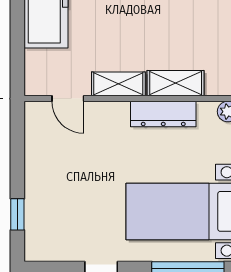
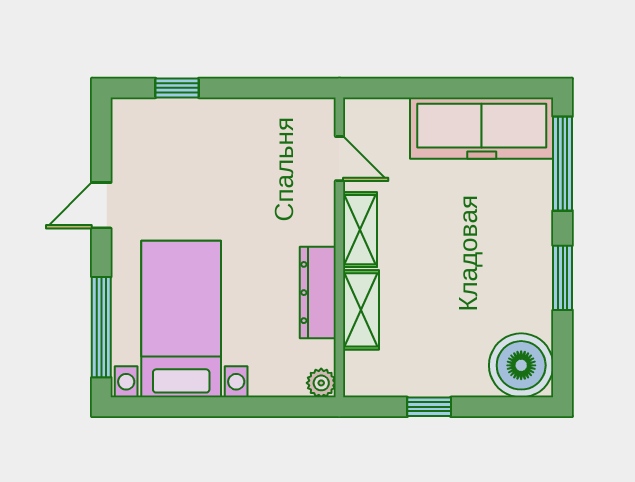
door: (68, 99) -> (339, 159), swing flipped

